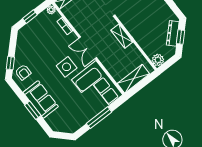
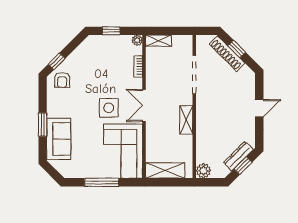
sofa: (41, 99) -> (59, 139), moved

